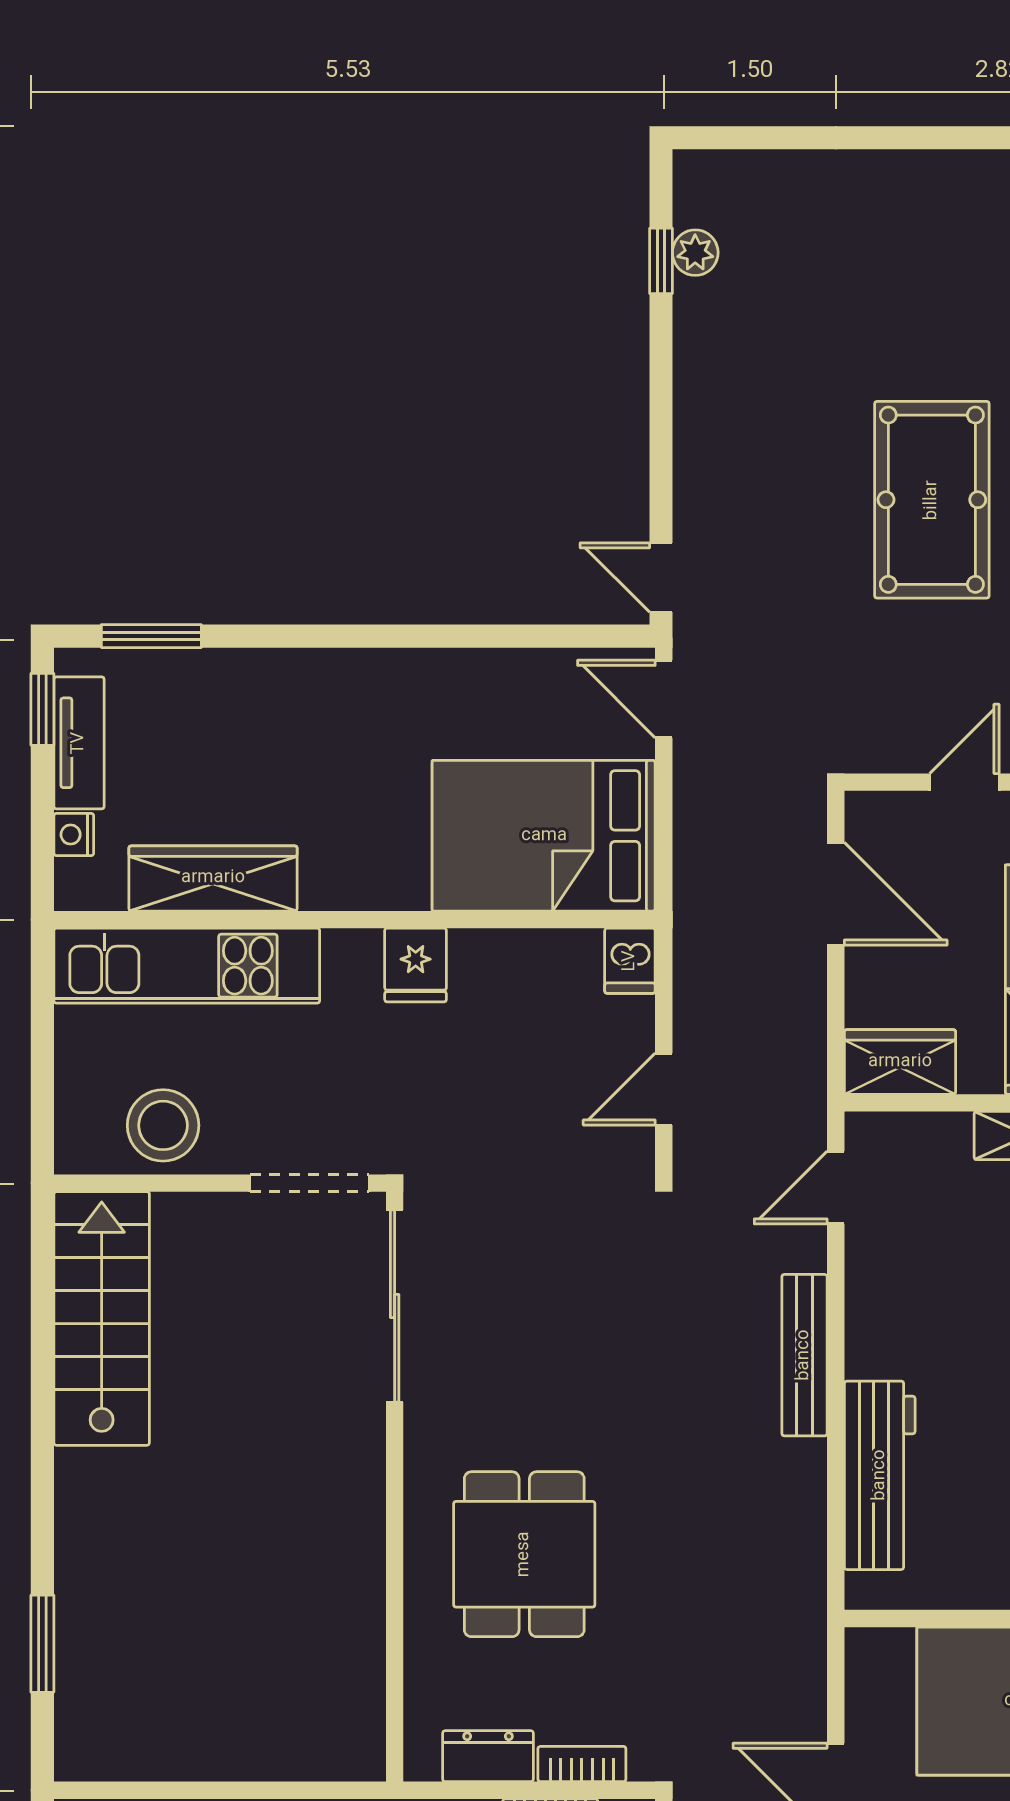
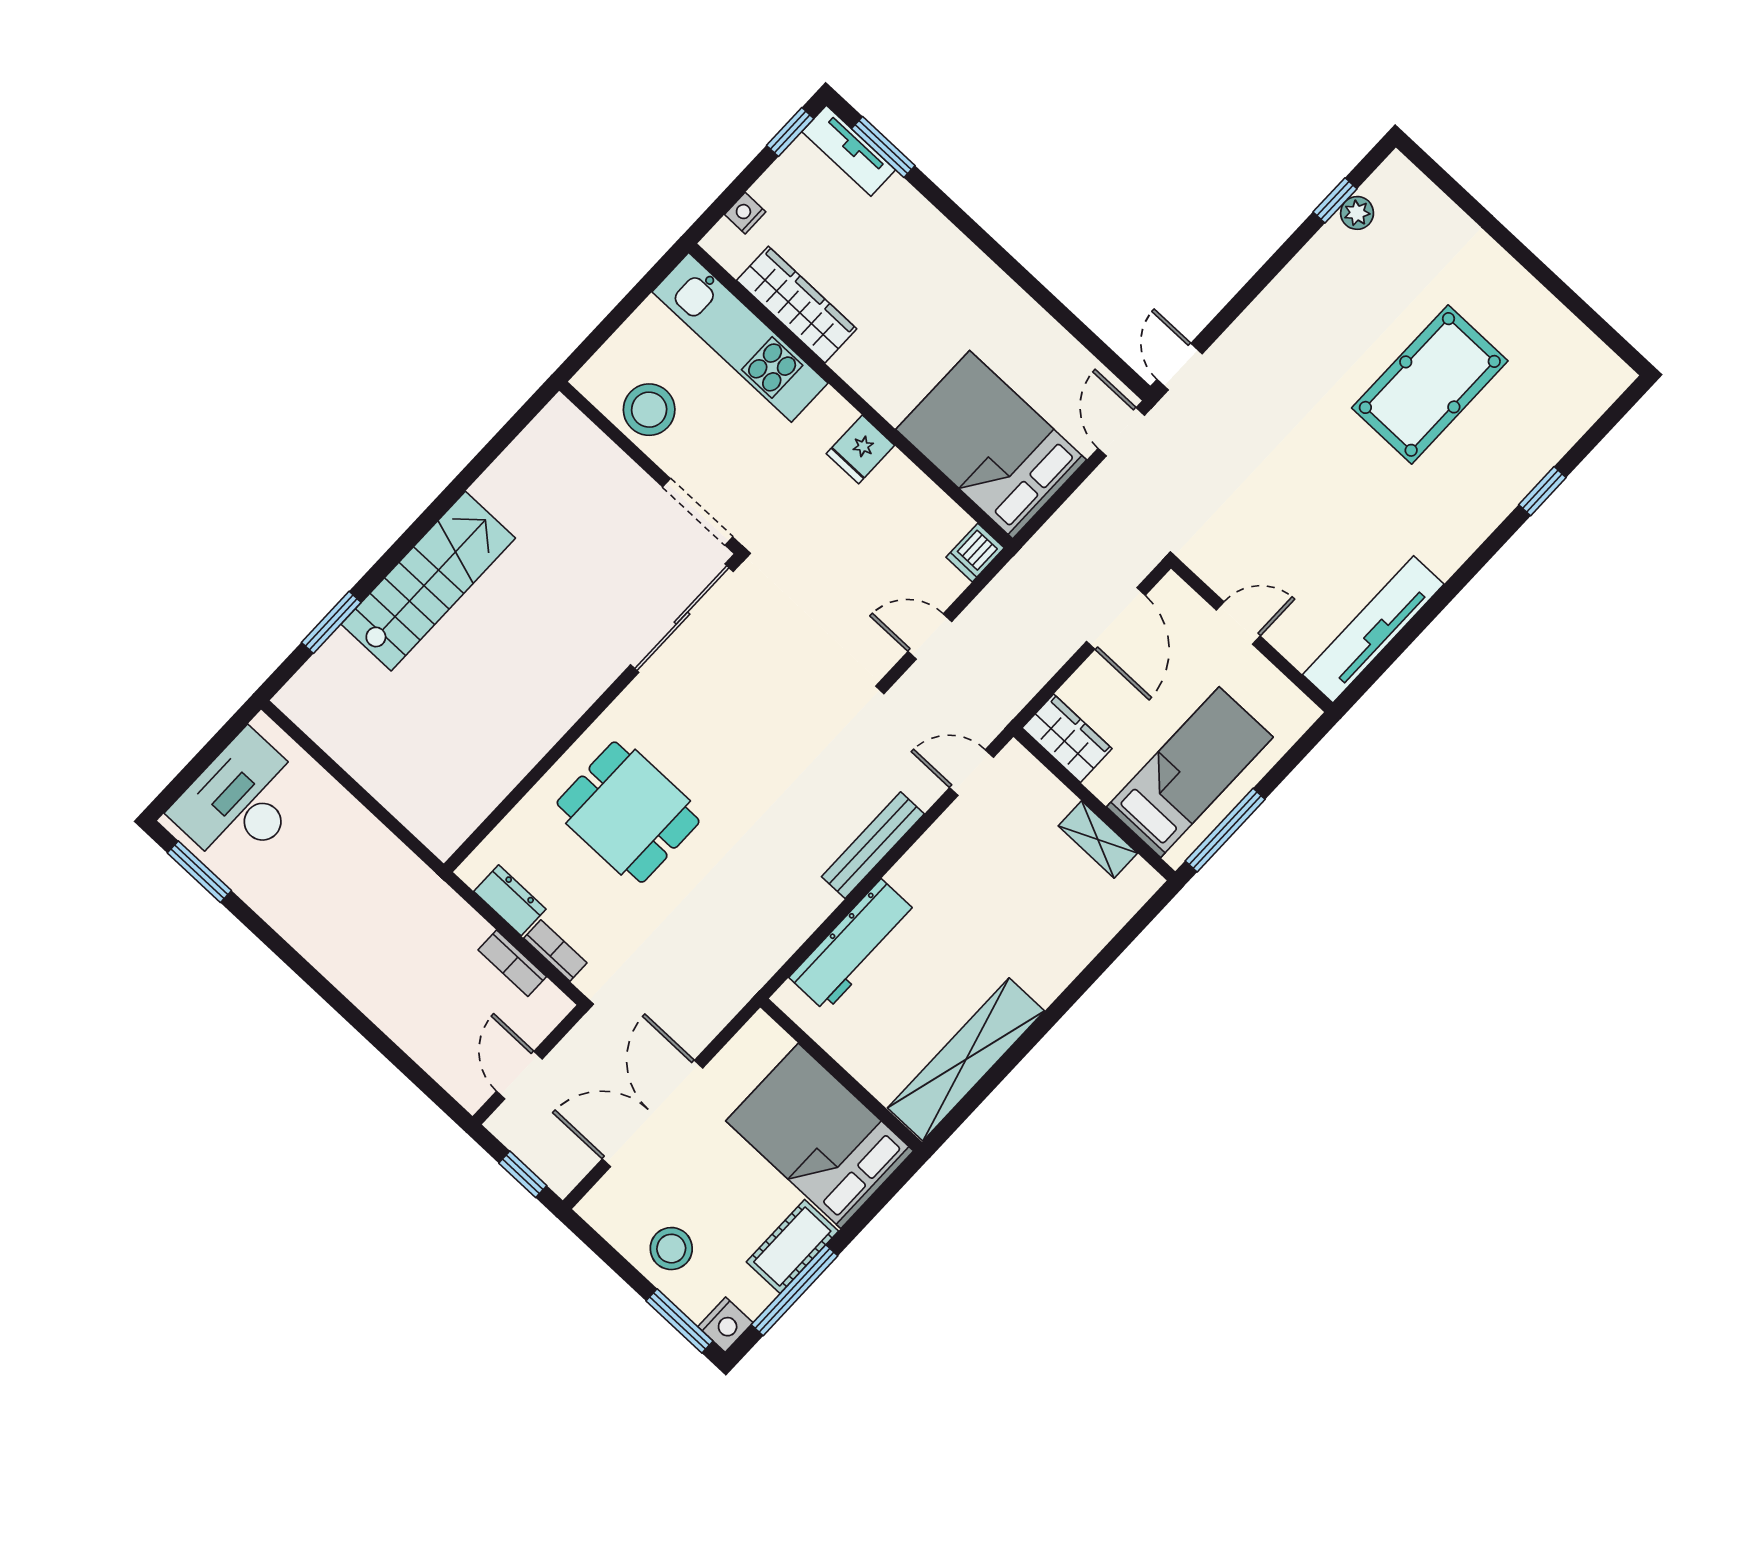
pool table: (932, 500) -> (1430, 384), moved
tv unit: (79, 743) -> (849, 151), moved, turned 90
stairs: (102, 1318) -> (428, 581), moved
dining table: (524, 1554) -> (628, 812), turned 90

